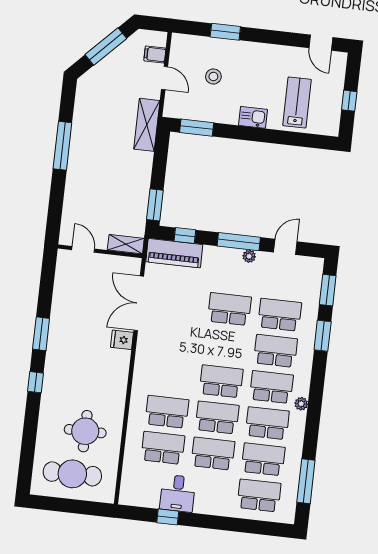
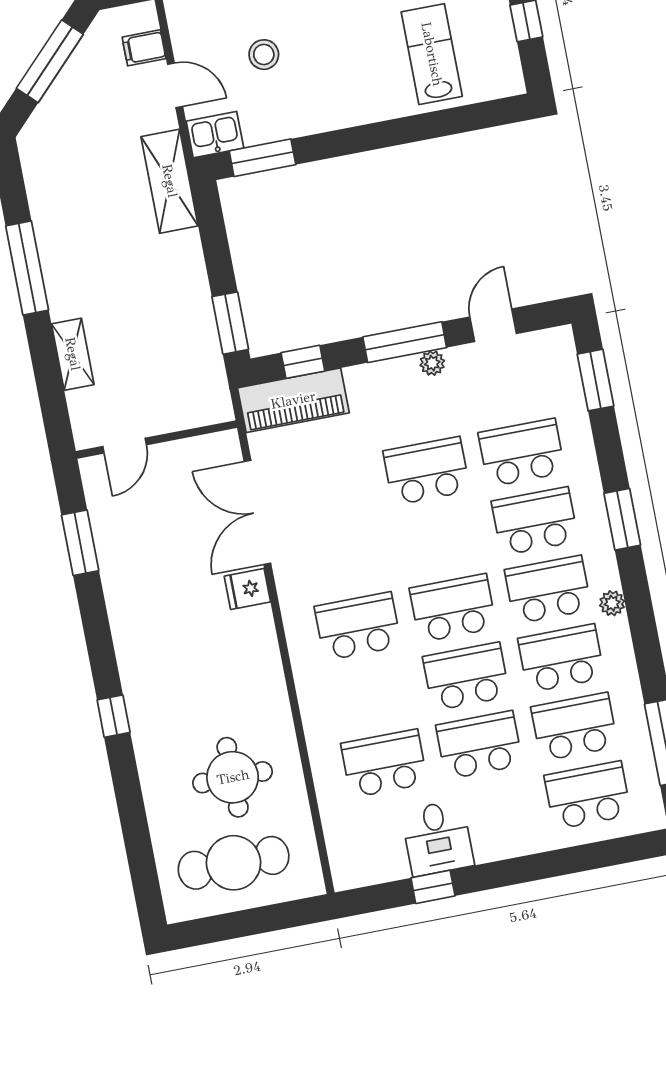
kitchen sink: (253, 117) -> (215, 135), moved
shelving: (126, 244) -> (73, 354), moved, turned 90
door: (83, 249) -> (125, 446), swing flipped
window: (41, 334) -> (80, 543), moved
window: (323, 336) -> (622, 519), moved
school desk: (167, 412) -> (358, 626), moved

